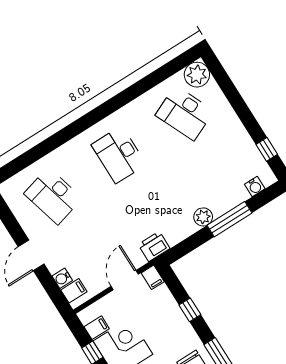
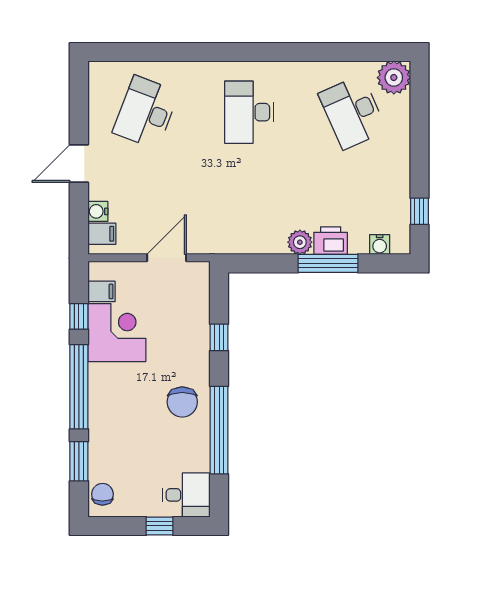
desk: (53, 196) -> (146, 112), turned 36
printer: (154, 246) -> (331, 241), moved
filing cabinet: (153, 277) -> (200, 274), removed

